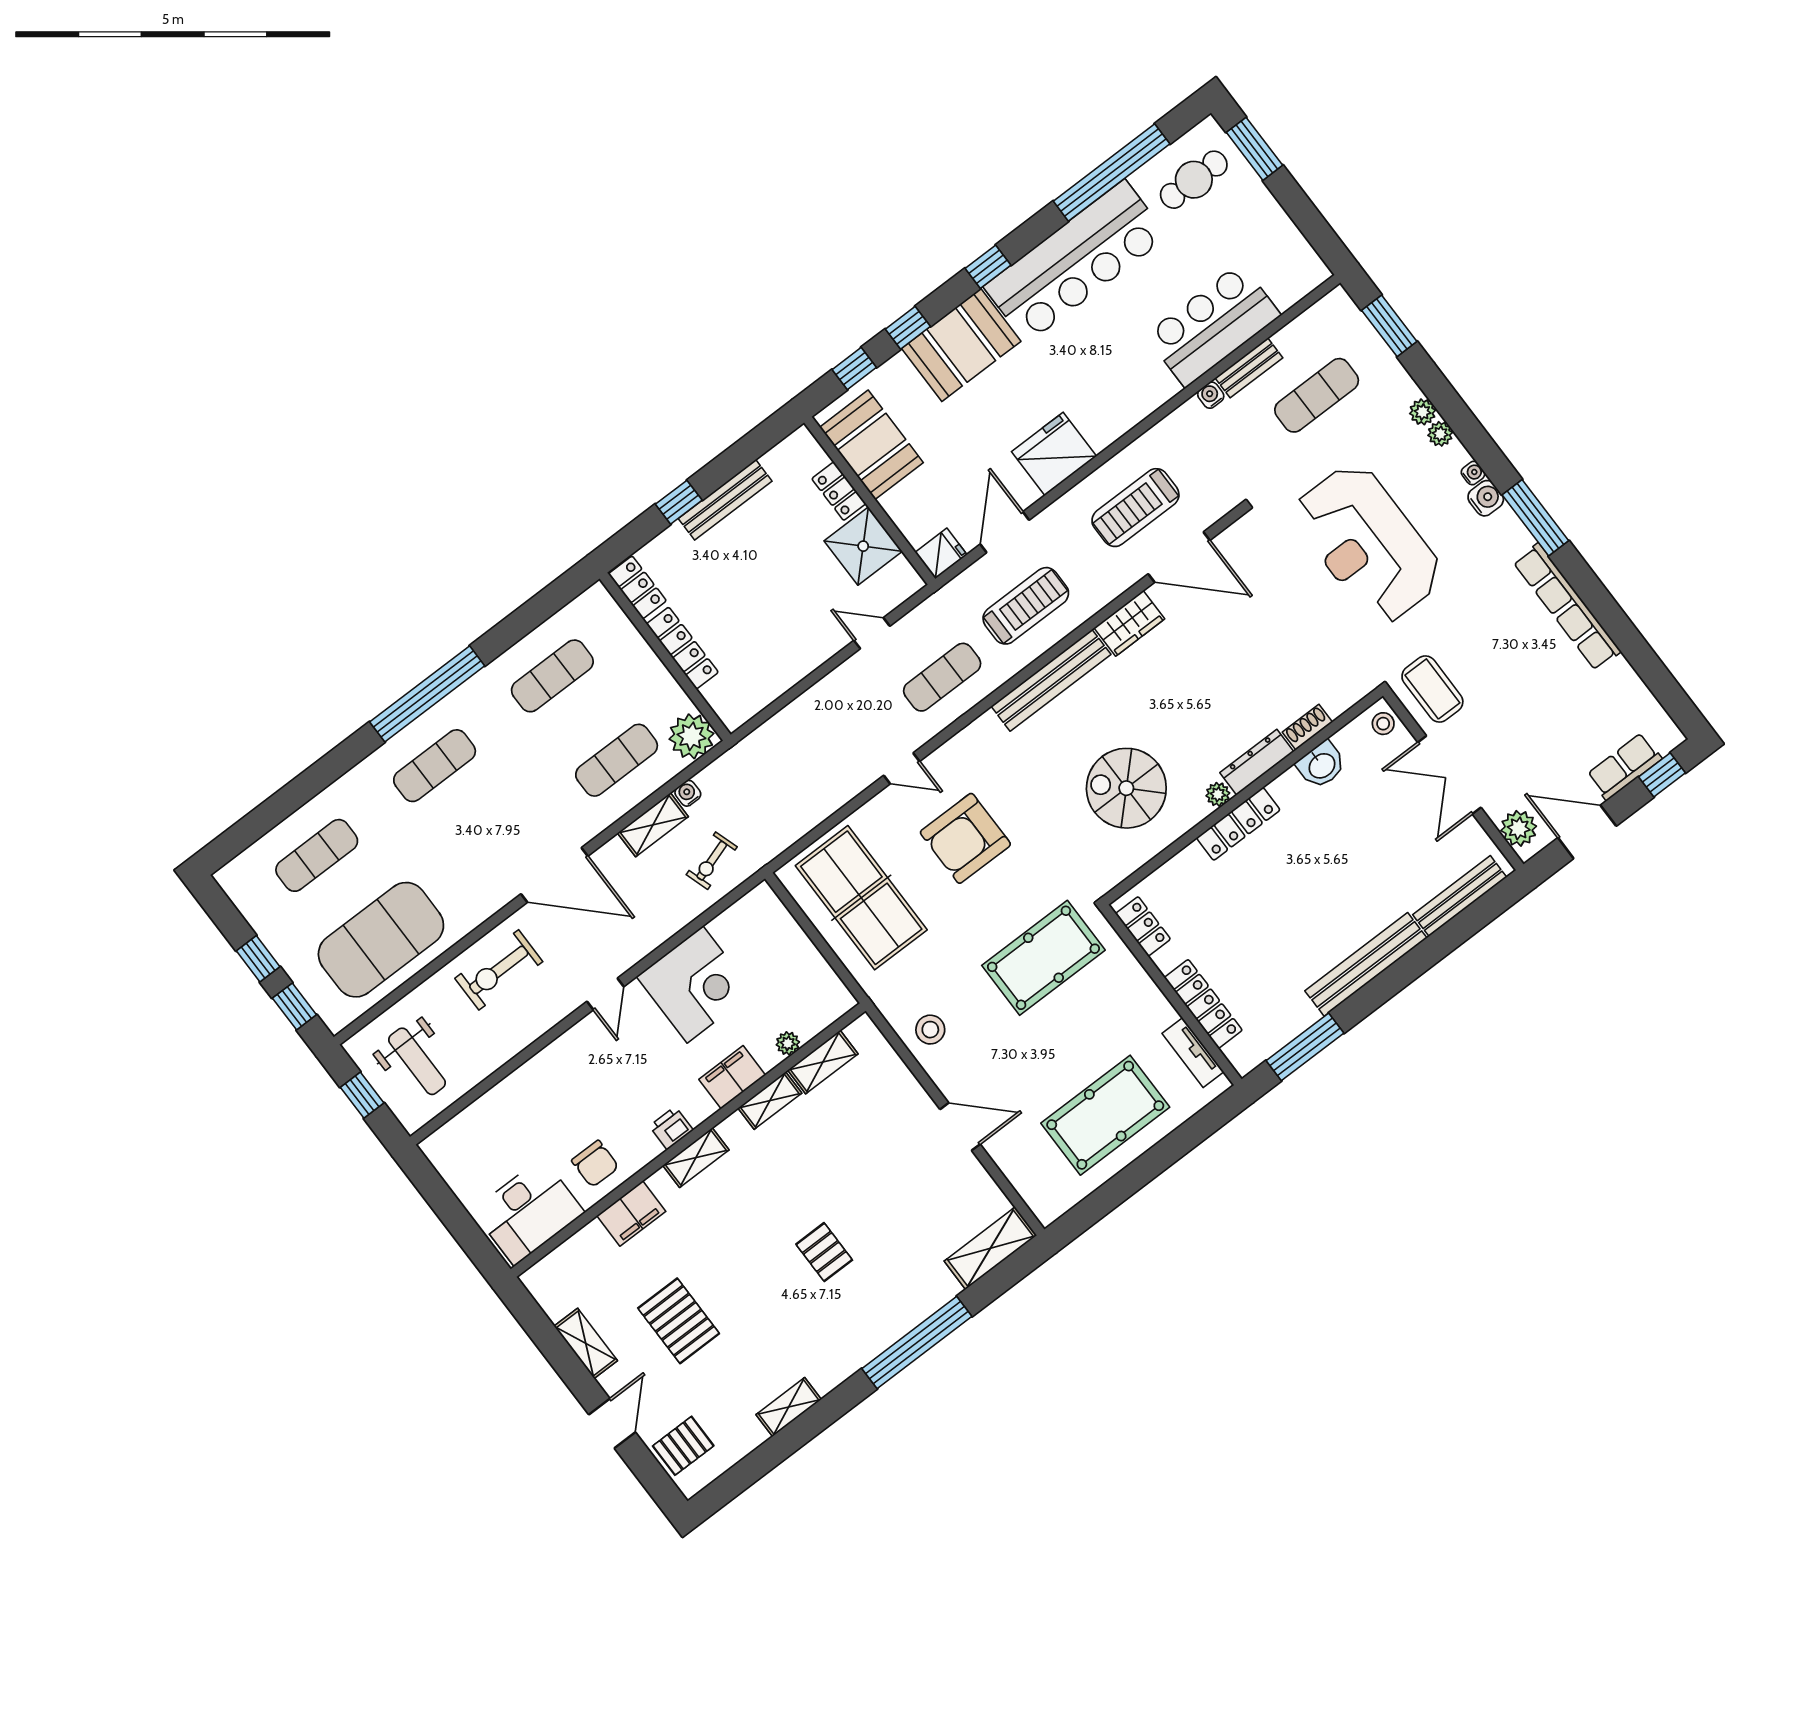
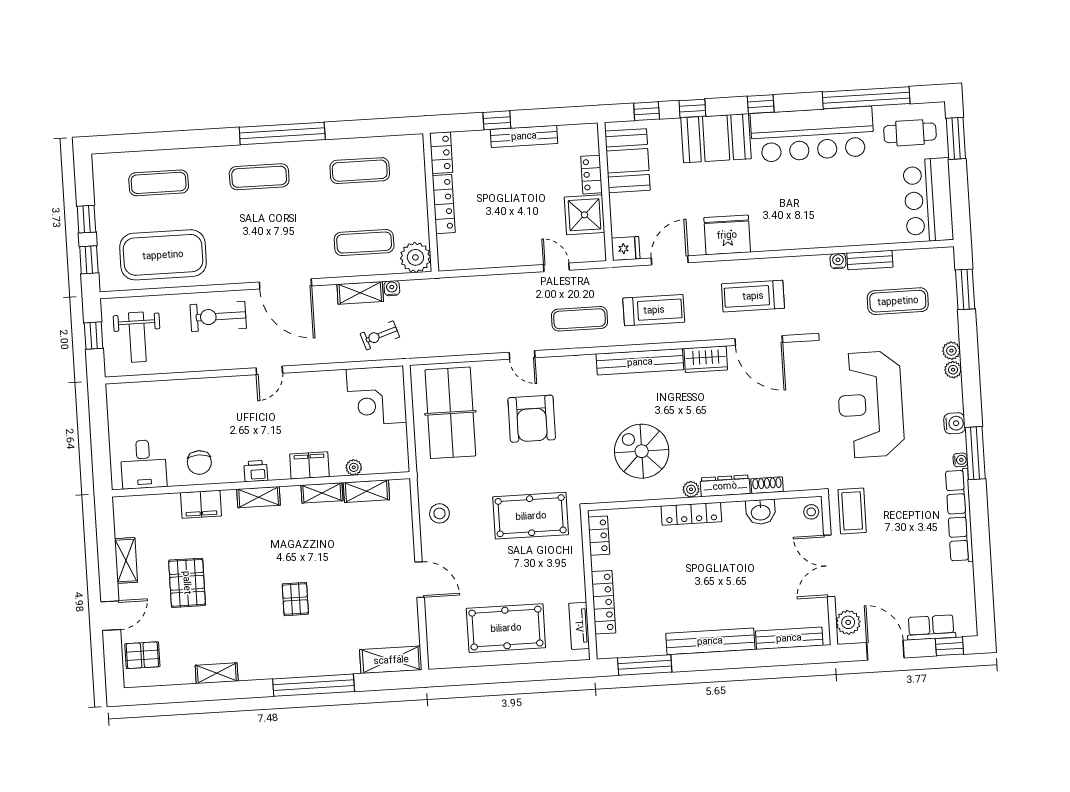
bar counter: (1213, 325) -> (928, 200), moved, turned -90
water cooler: (1473, 473) -> (960, 460), moved
armchair: (965, 838) -> (532, 419), turned -90
corner desk: (695, 984) -> (376, 396), moved, turned 90
desk: (528, 1212) -> (144, 464), width x0.73

